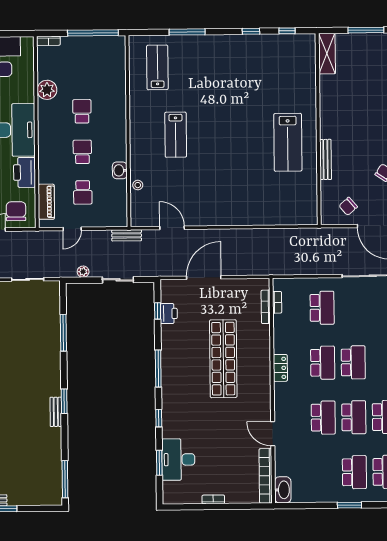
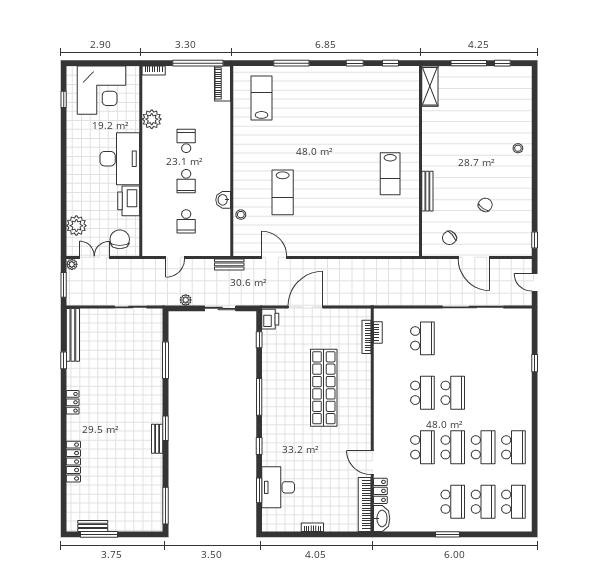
lab bench: (176, 135) -> (283, 192), moved
lab bench: (288, 142) -> (390, 174), width x0.73, depth x0.72
school desk: (82, 152) -> (186, 181), turned 180
piano: (46, 202) -> (222, 83), moved, turned 180
printer: (169, 314) -> (270, 319), moved
locker: (280, 368) -> (380, 491), moved

